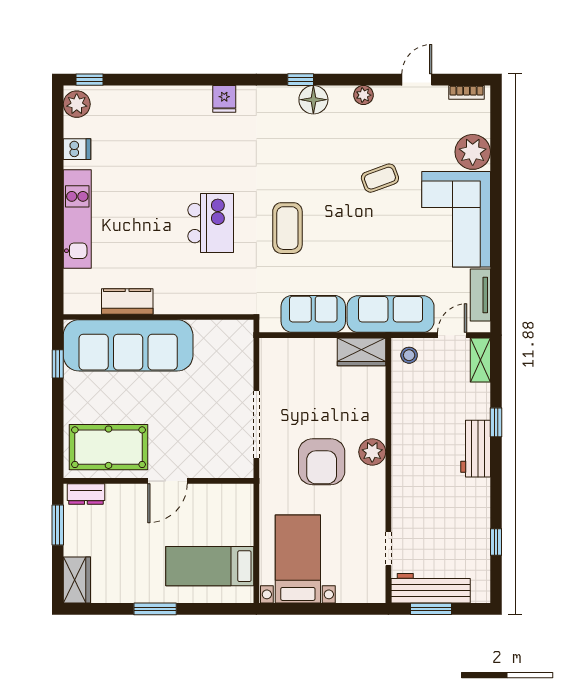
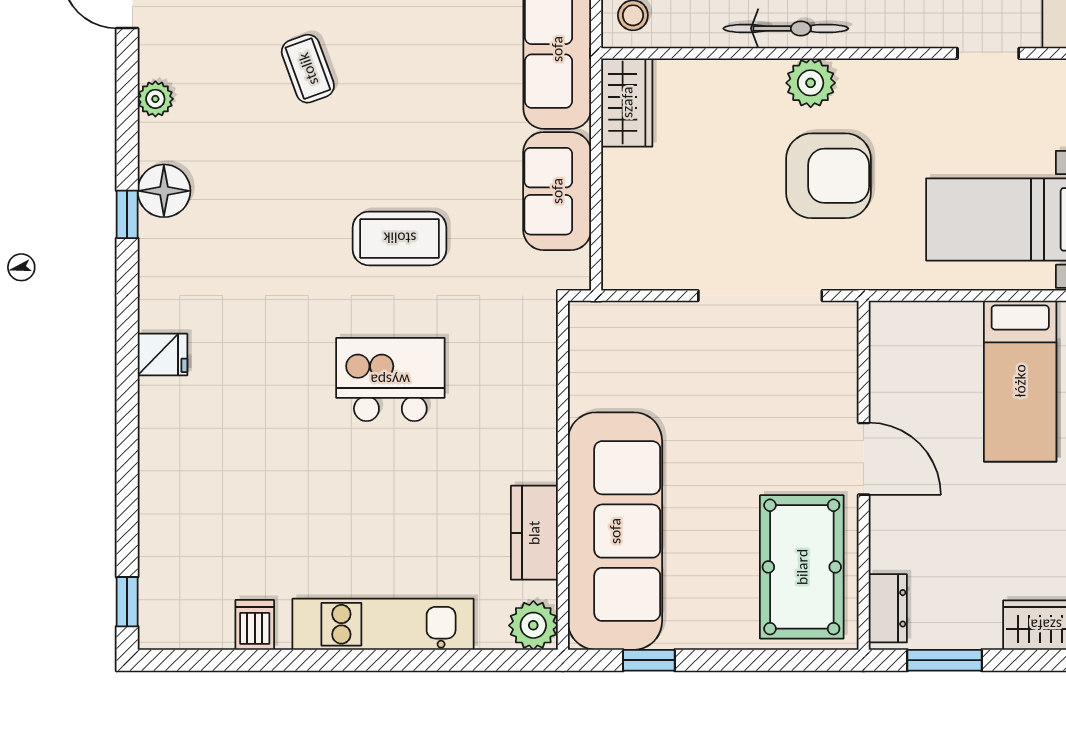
plant: (77, 104) -> (533, 625), moved
bicycle: (402, 438) -> (786, 28), added

